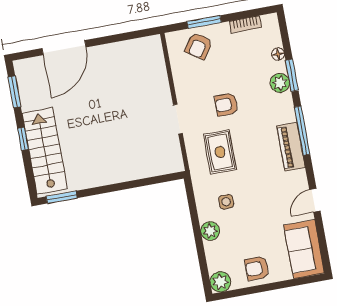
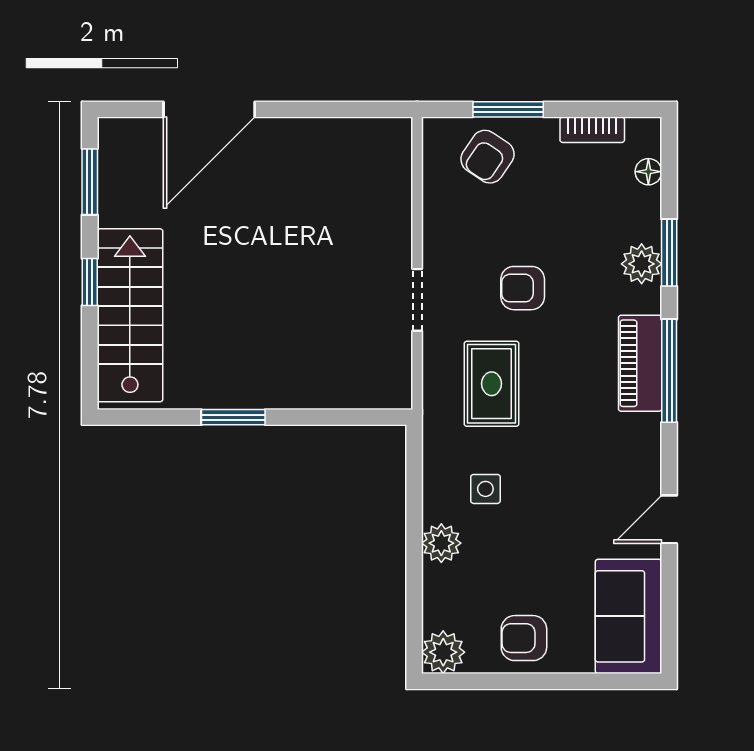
floor lamp: (278, 54) -> (648, 172), moved
piano: (291, 147) -> (640, 363), moved
window: (62, 197) -> (233, 417), moved

